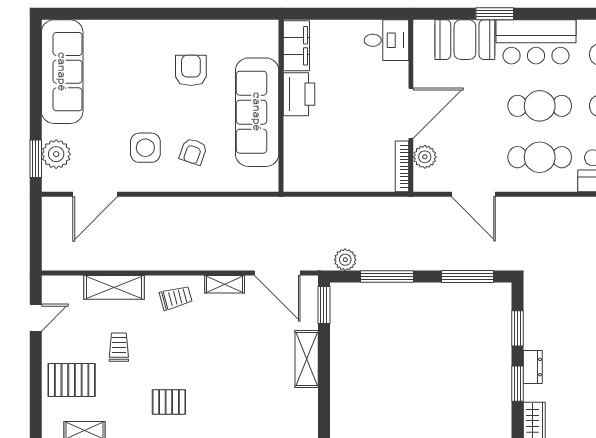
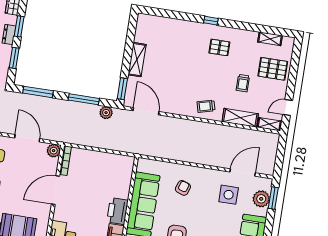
side table: (145, 148) -> (229, 195), moved
plant: (425, 157) -> (54, 151), moved
shelving: (225, 284) -> (269, 124), moved

